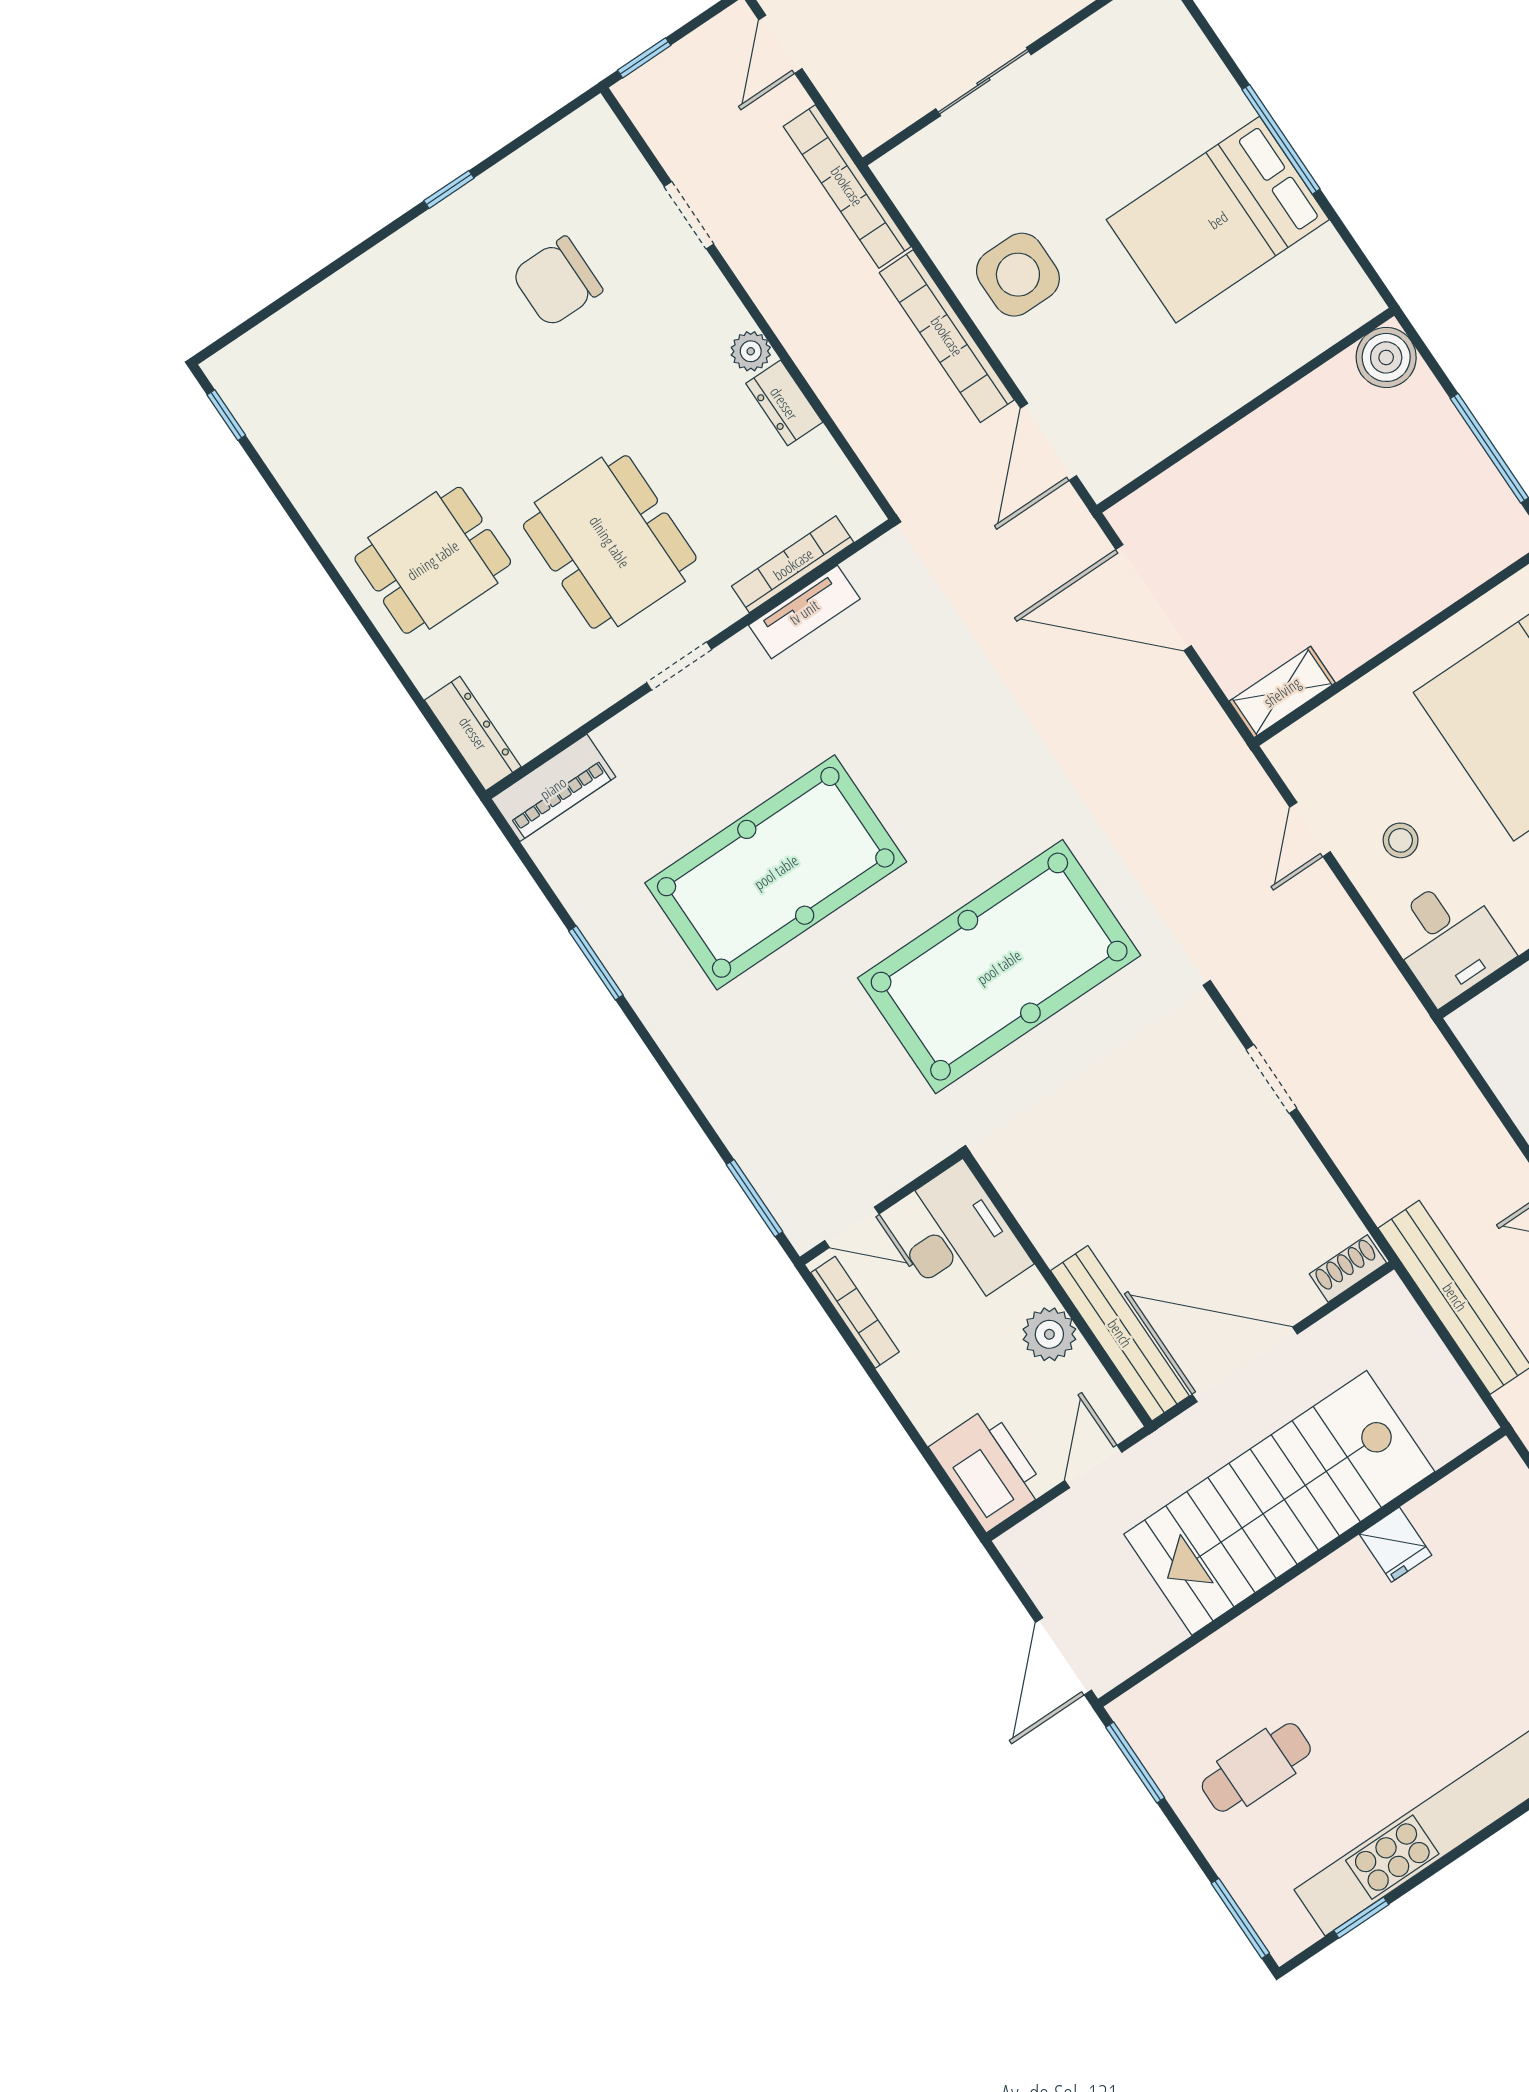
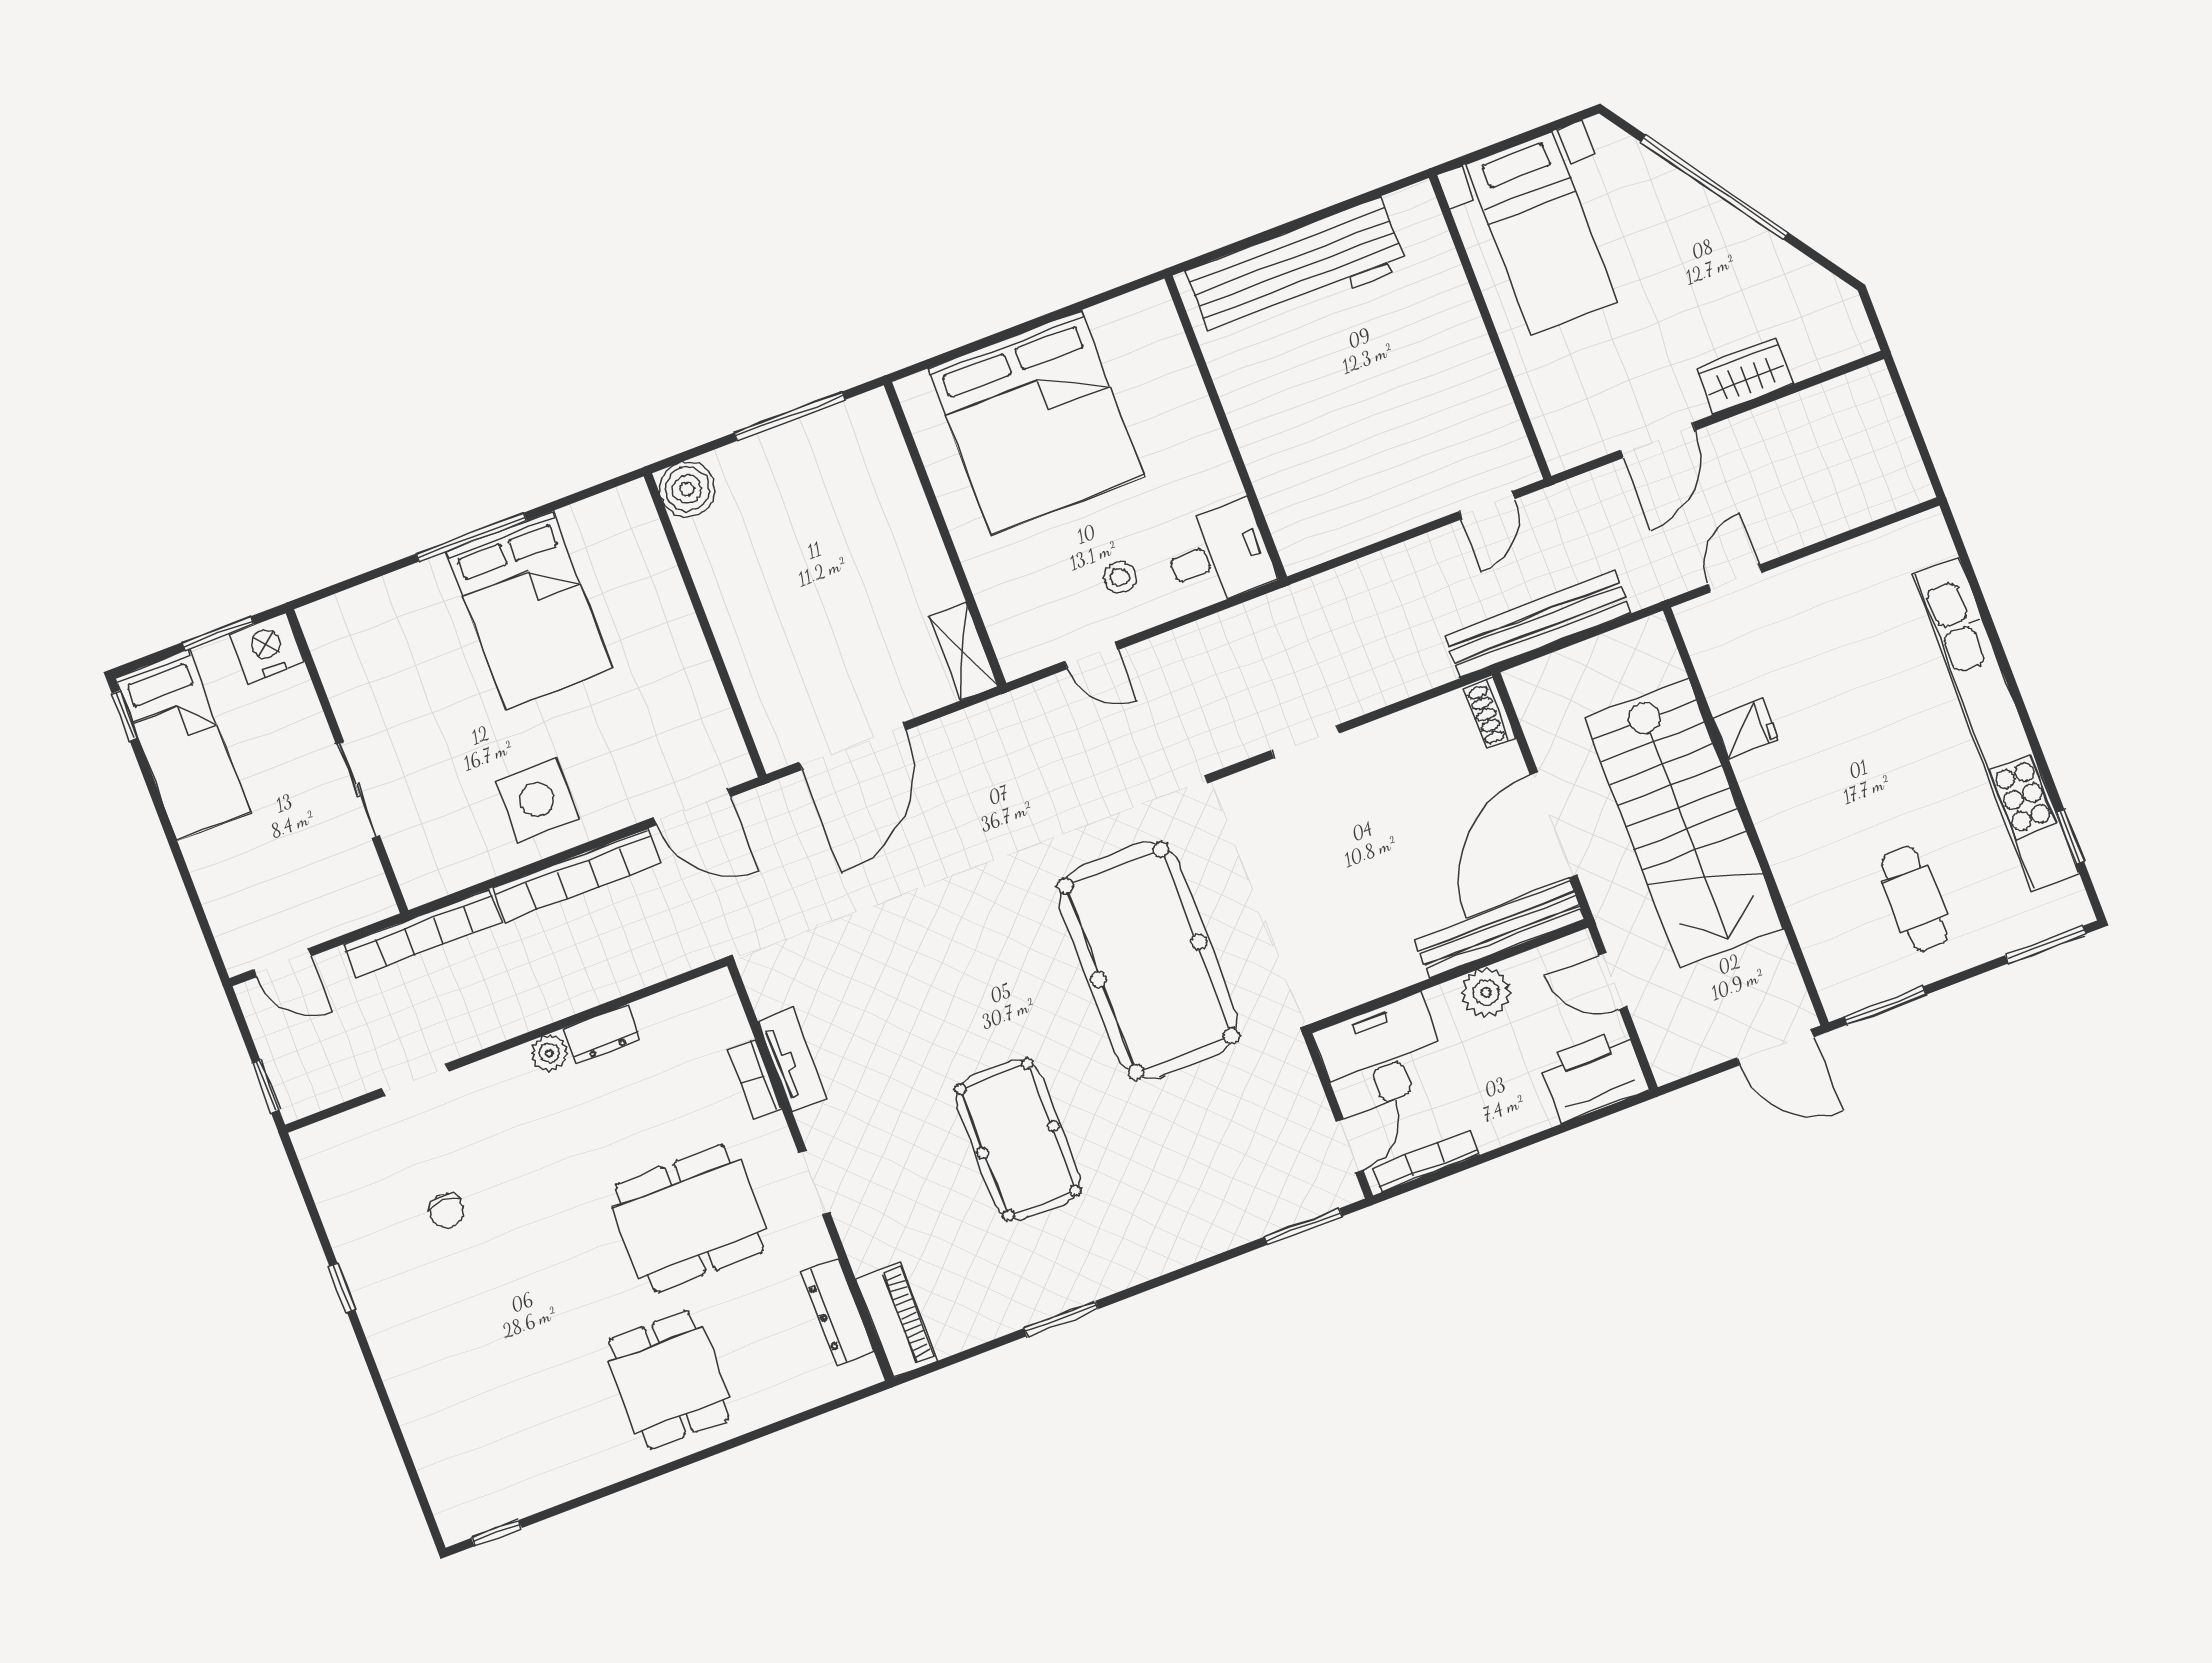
chair: (557, 282) -> (447, 1211), width x0.54, depth x0.54
bookcase: (793, 564) -> (755, 1080), width x0.64
dresser: (473, 733) -> (838, 1312), moved, turned -90
pool table: (776, 872) -> (1018, 1140), width x0.73, depth x0.76

